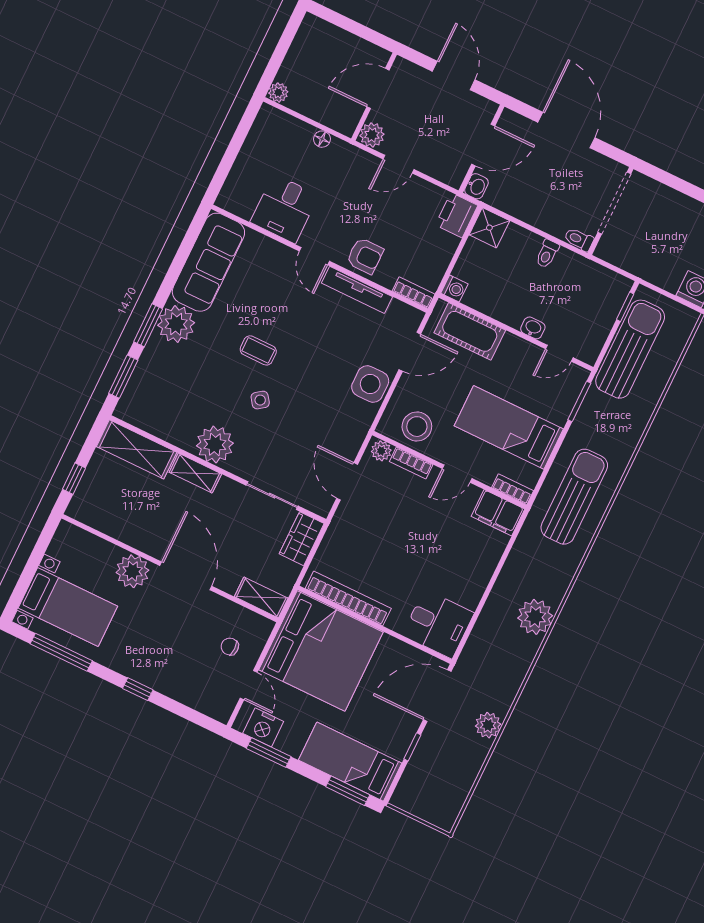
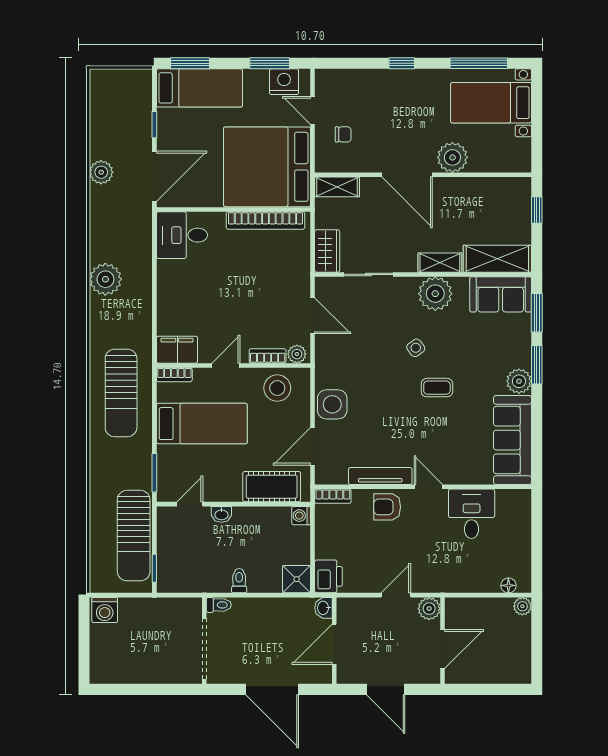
floor lamp: (322, 139) -> (508, 585), moved
plant: (176, 324) -> (519, 381), width x0.73, depth x0.73
sofa: (150, 412) -> (501, 294), added

